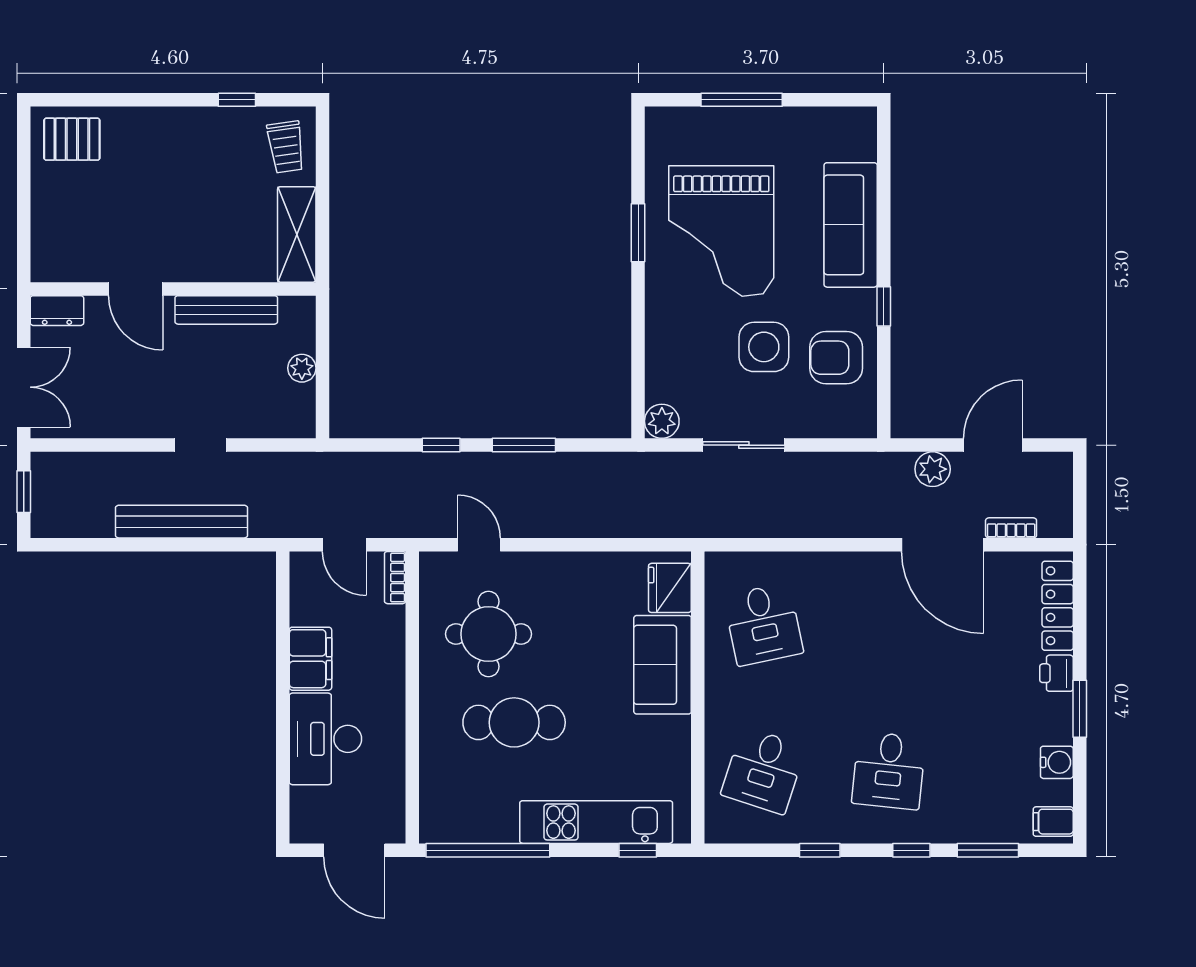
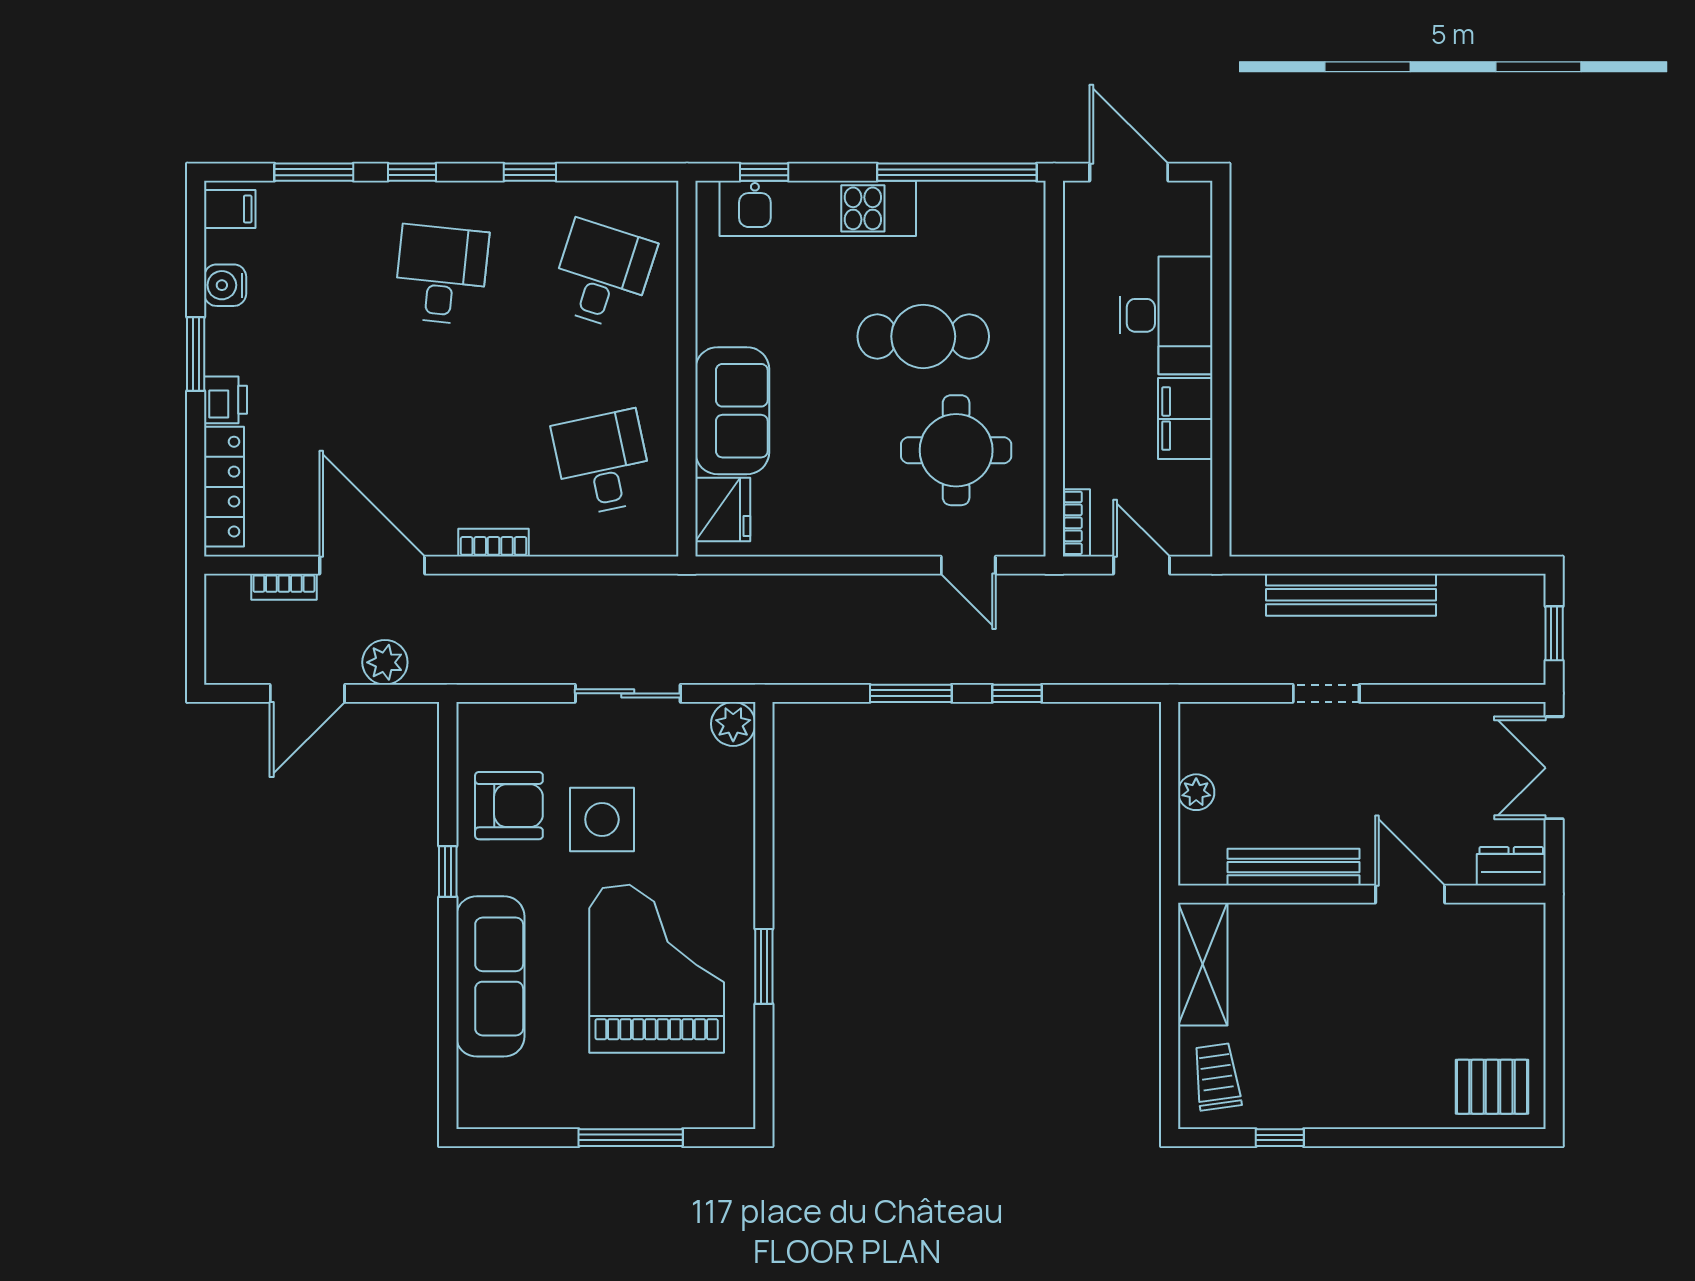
bookcase: (848, 562) -> (494, 543), added

